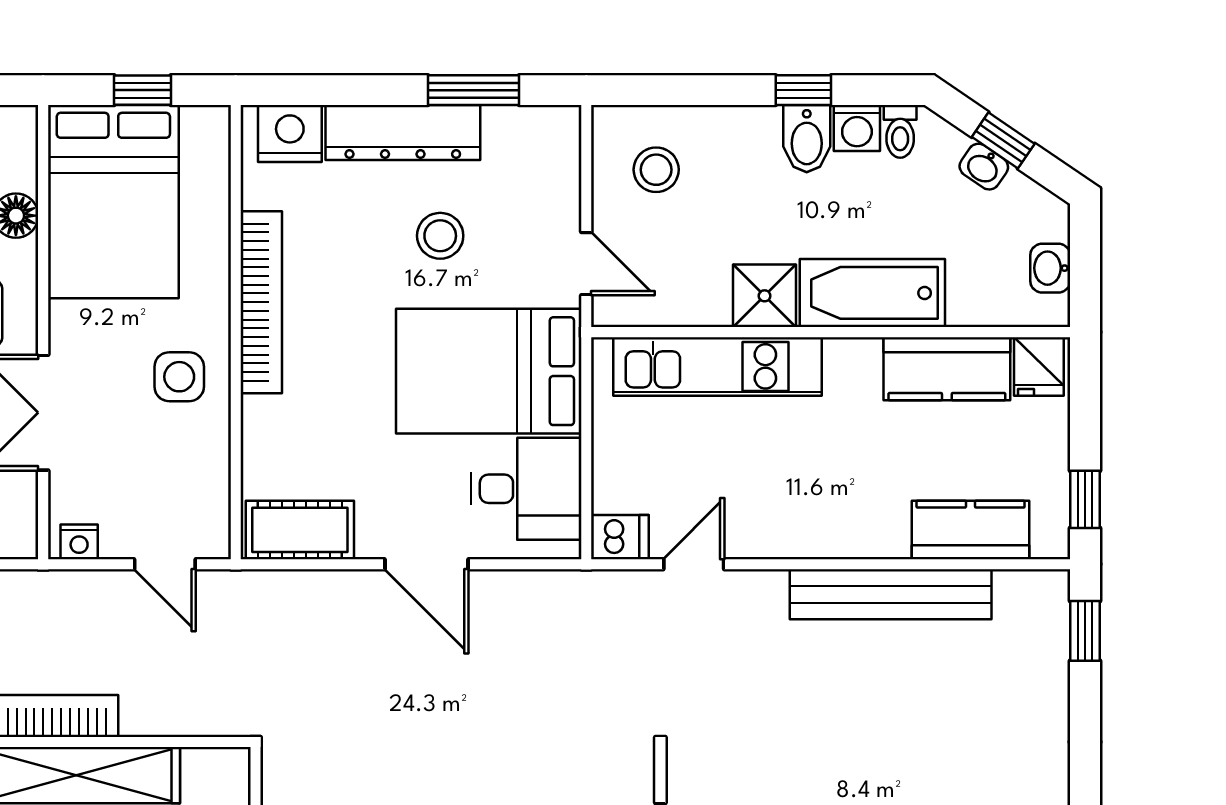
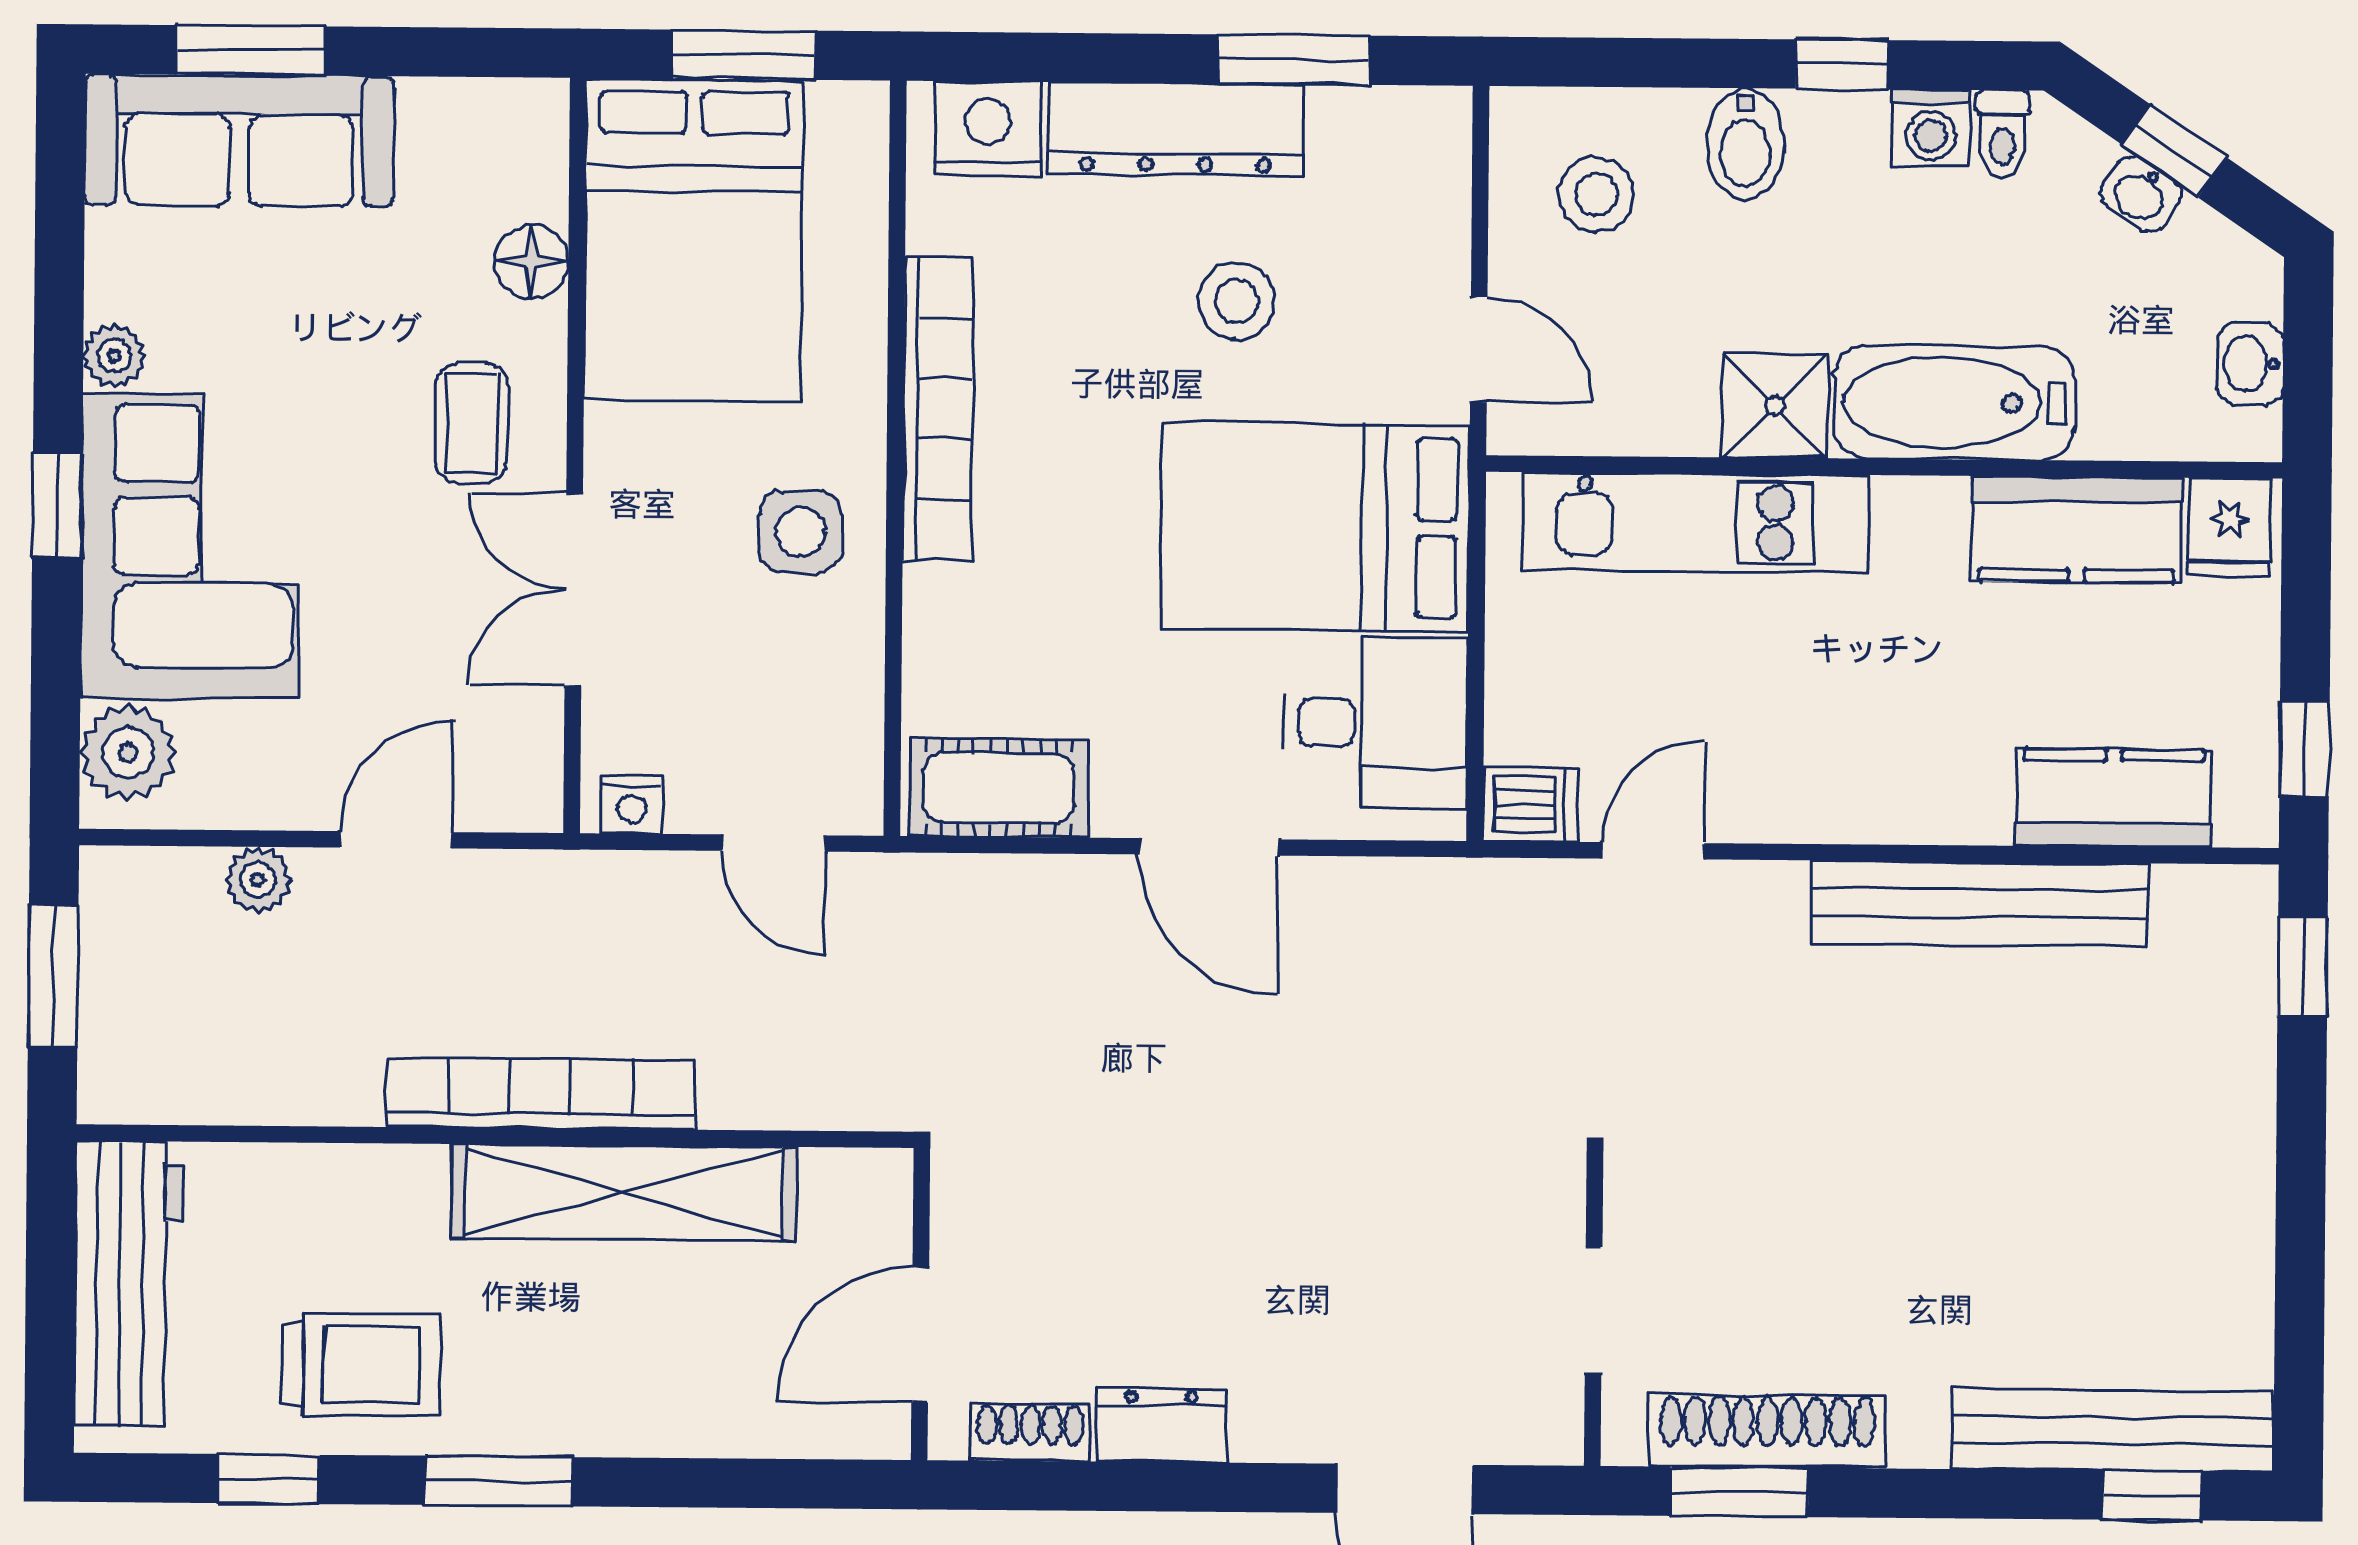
window: (143, 90) -> (744, 55), width x1.50
bidet: (807, 139) -> (1745, 144), moved

